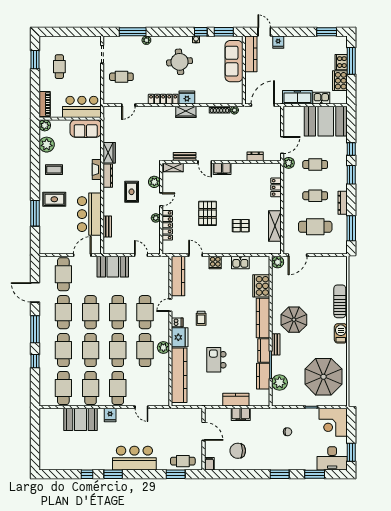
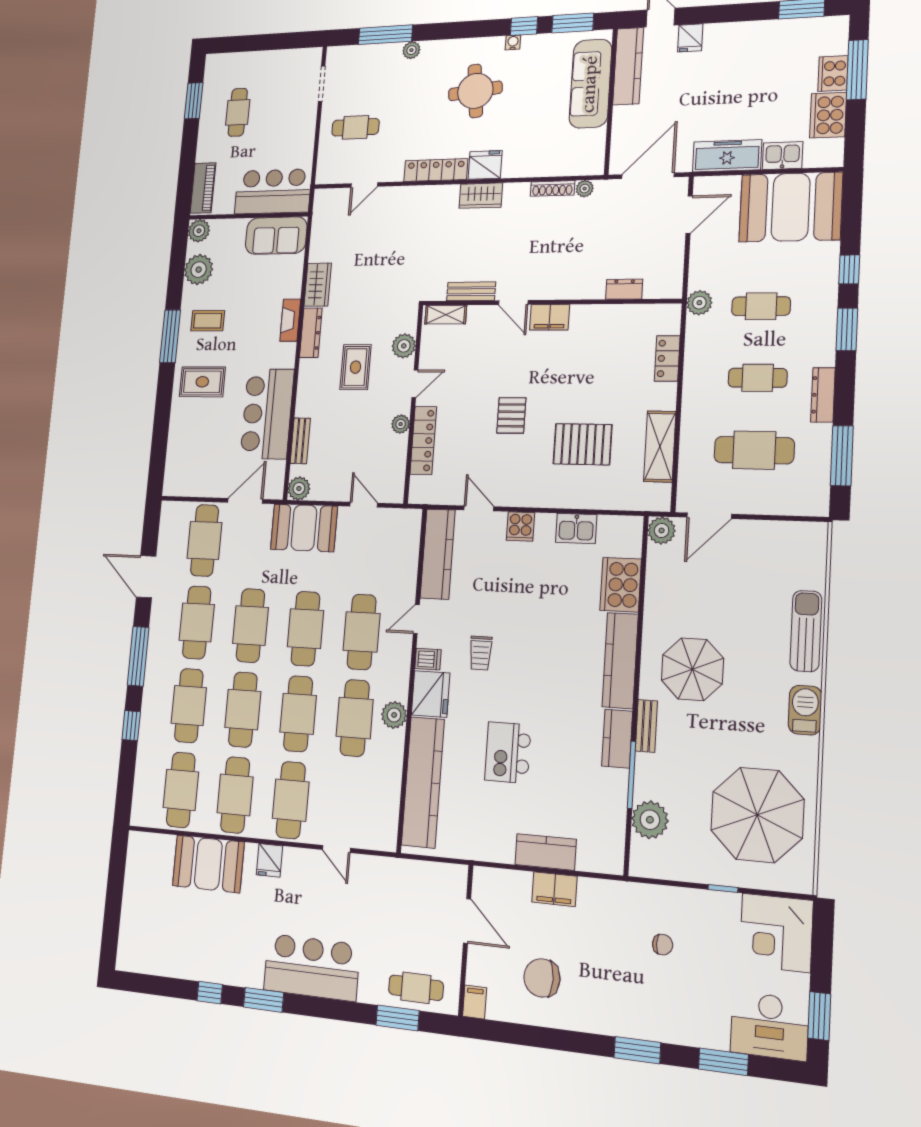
door: (282, 145) -> (689, 215), moved
window: (35, 213) -> (170, 336), moved
pallet: (208, 213) -> (511, 415), width x0.67, depth x0.71
pallet: (241, 226) -> (583, 444), width x1.50, depth x1.42
plant: (109, 249) -> (299, 488), added
kitchen counter: (263, 376) -> (612, 801), removed

